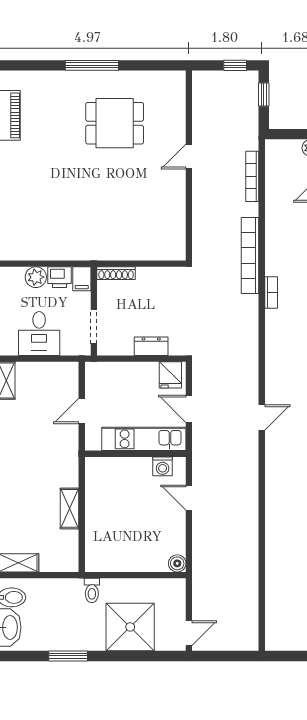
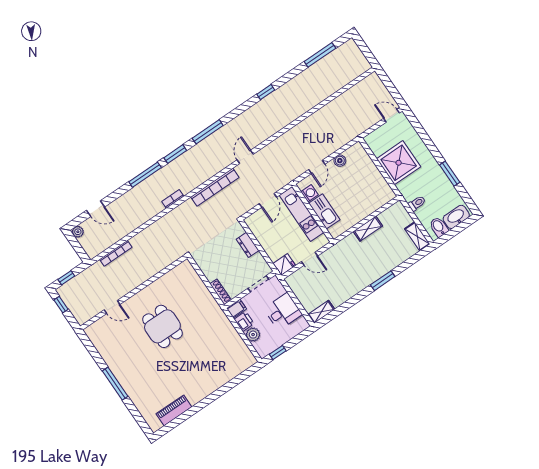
dining table: (115, 123) -> (162, 326), moved
door: (189, 157) -> (112, 307), moved
bookcase: (250, 255) -> (215, 187), moved
fridge: (170, 375) -> (284, 265), moved
door: (262, 418) -> (245, 157), hinge flipped
kitchen sink: (128, 469) -> (324, 211), added
boiler: (177, 563) -> (340, 161), moved
toilet: (92, 590) -> (417, 203), moved
shower: (130, 627) -> (399, 163), moved

